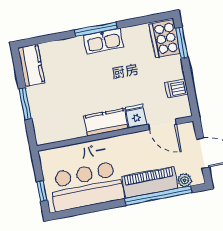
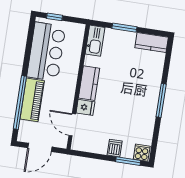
cooker: (165, 39) -> (142, 153), width x0.53, depth x0.76
kitchen sink: (103, 41) -> (95, 41), moved, turned 180
dishwasher: (177, 89) -> (115, 148), moved
door: (162, 124) -> (72, 125), hinge flipped
plant: (185, 180) -> (24, 126), removed

